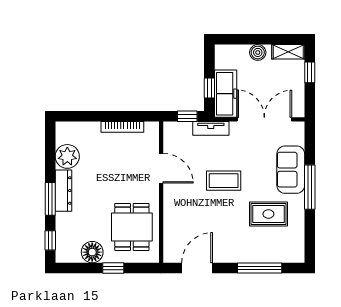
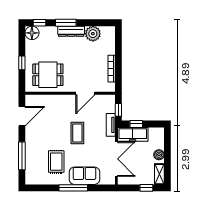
floor lamp: (92, 252) -> (32, 33), moved
door: (197, 268) -> (22, 116), hinge flipped

